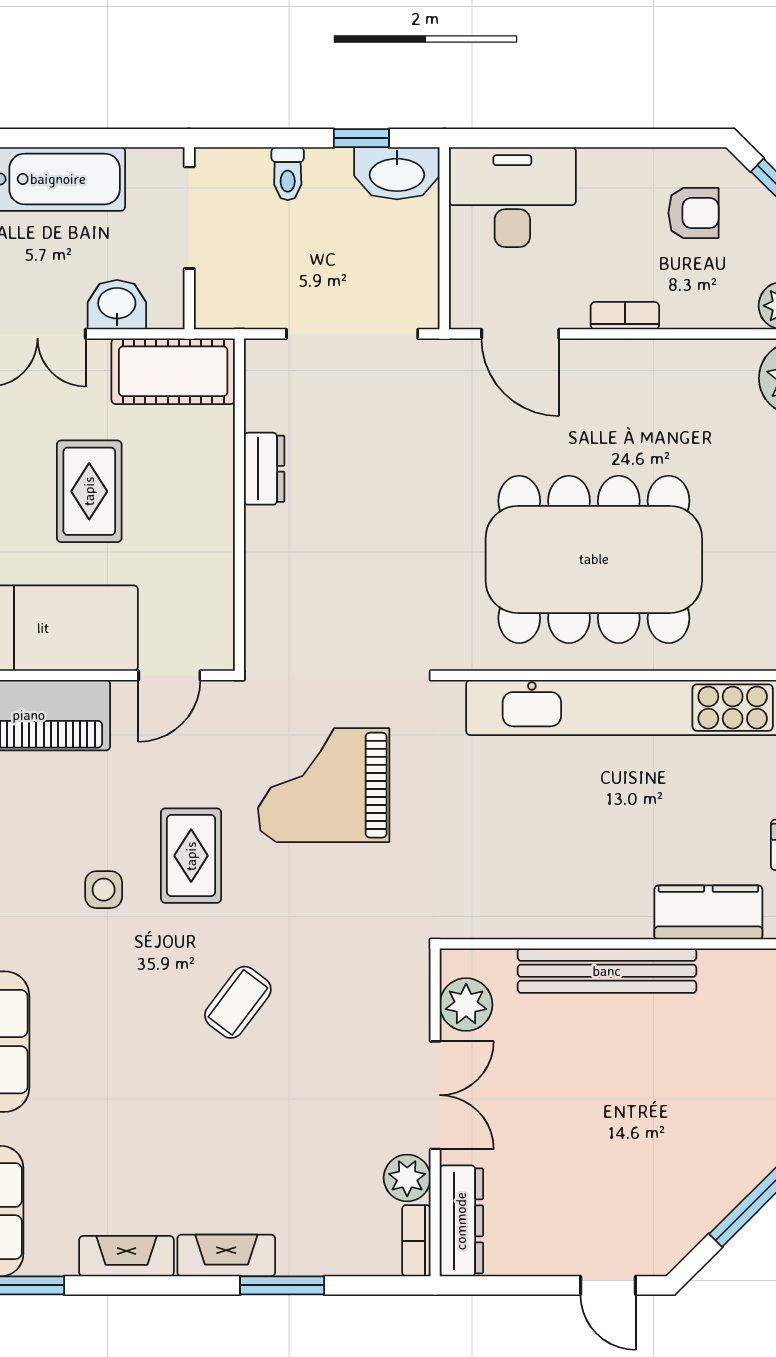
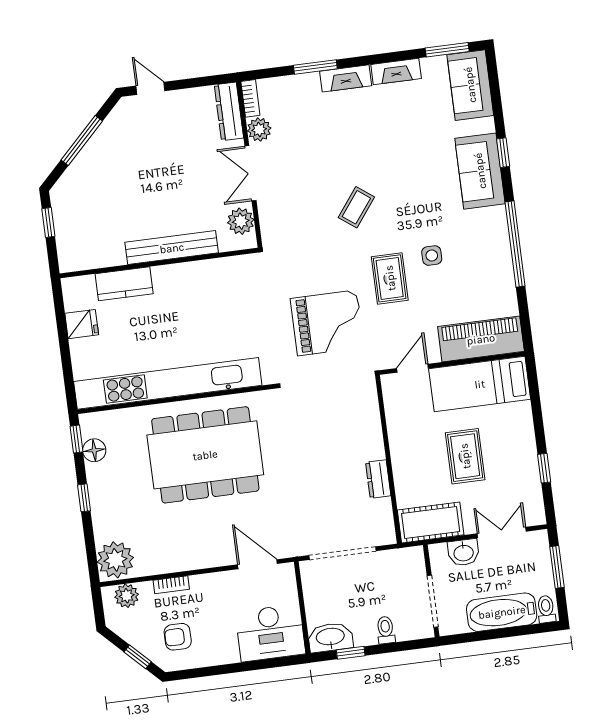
bookcase: (625, 316) -> (171, 585), moved

